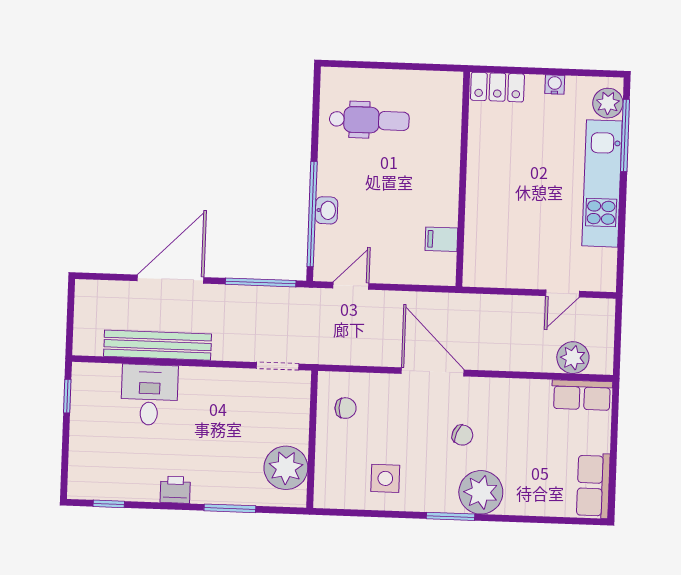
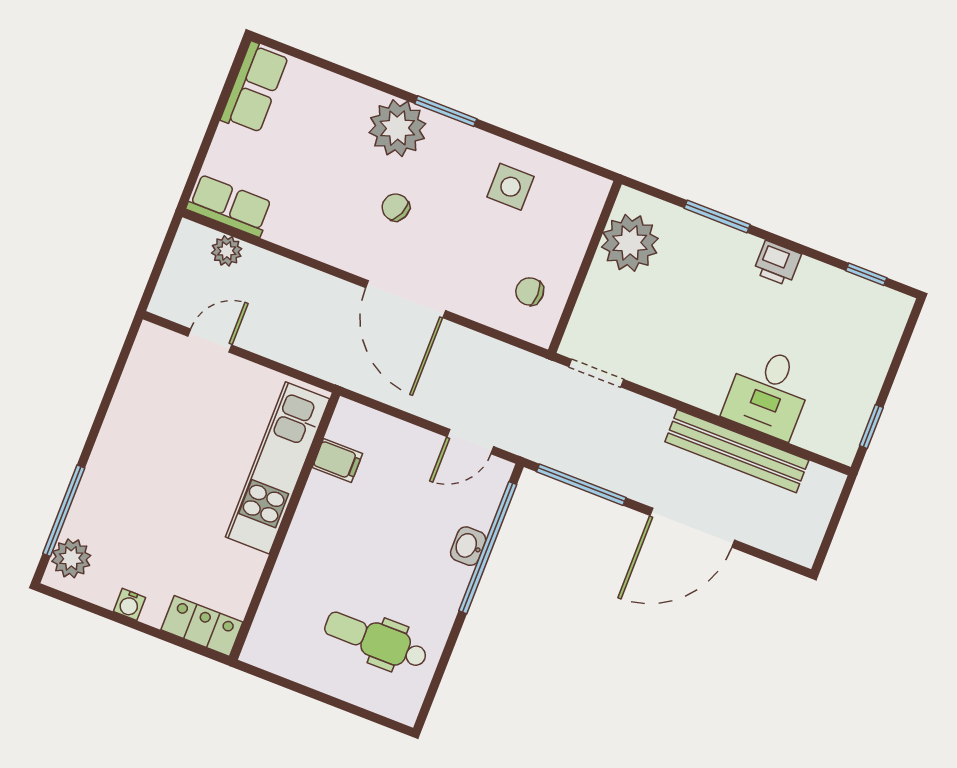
kitchen unit: (602, 183) -> (277, 468), moved, turned 180
plant: (573, 358) -> (227, 251), width x0.73, depth x0.73

